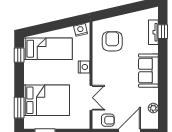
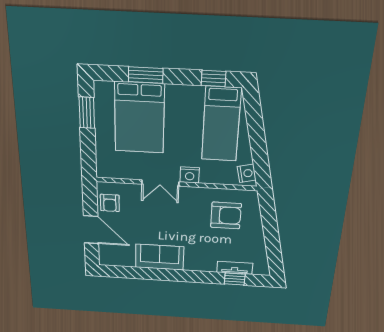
sofa: (148, 71) -> (160, 257), moved
double door: (91, 98) -> (160, 183), moved
window: (19, 108) -> (146, 75), moved
plant: (153, 108) -> (128, 261), removed

